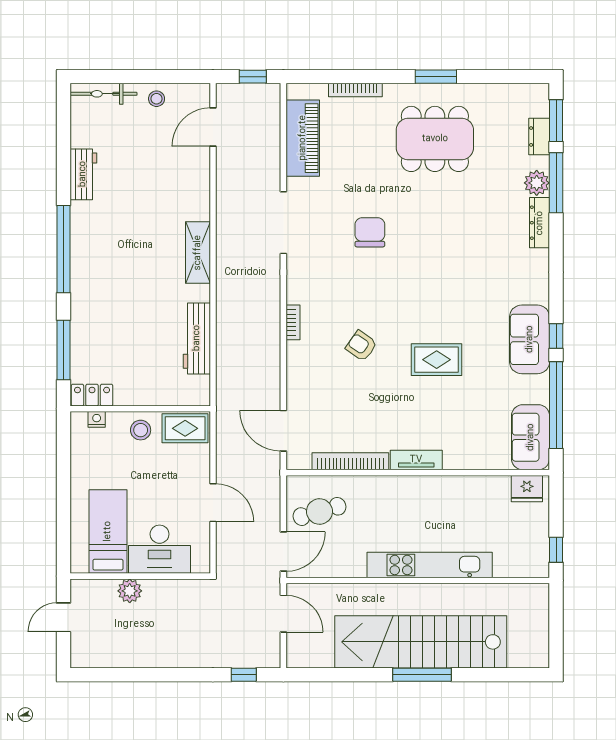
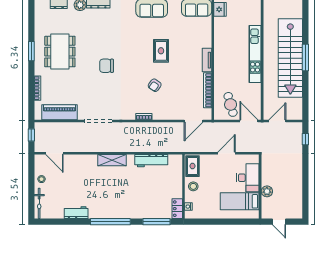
chair: (370, 232) -> (107, 66), moved

